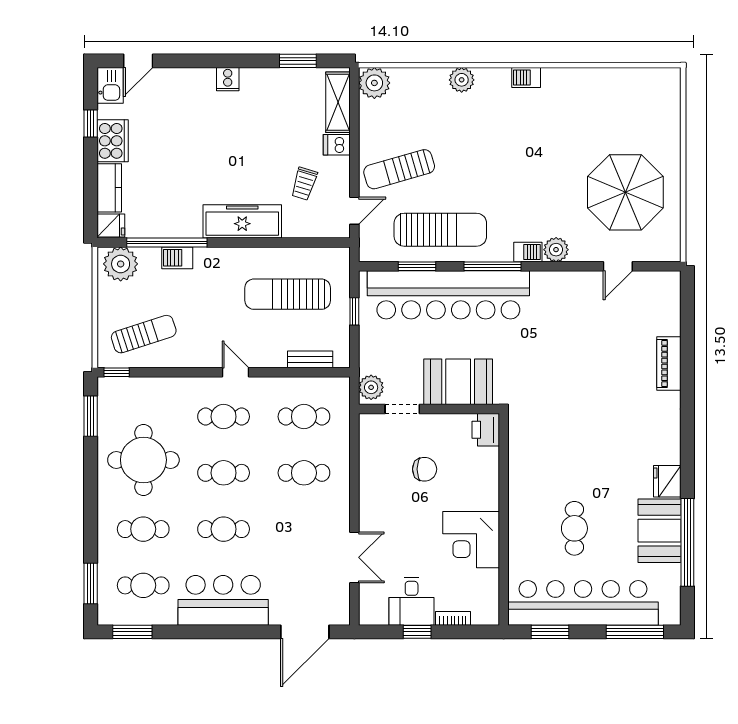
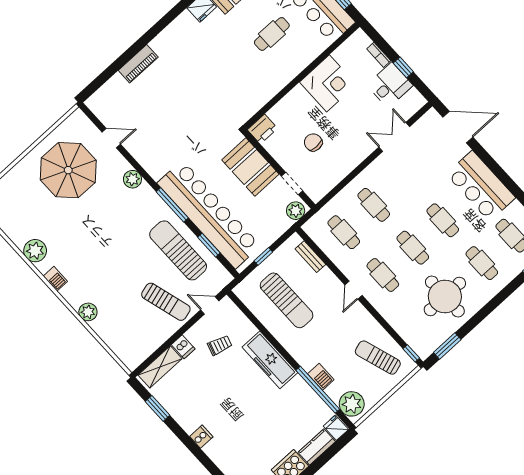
plant: (374, 83) -> (35, 251), moved
barbecue: (528, 252) -> (147, 193), removed

